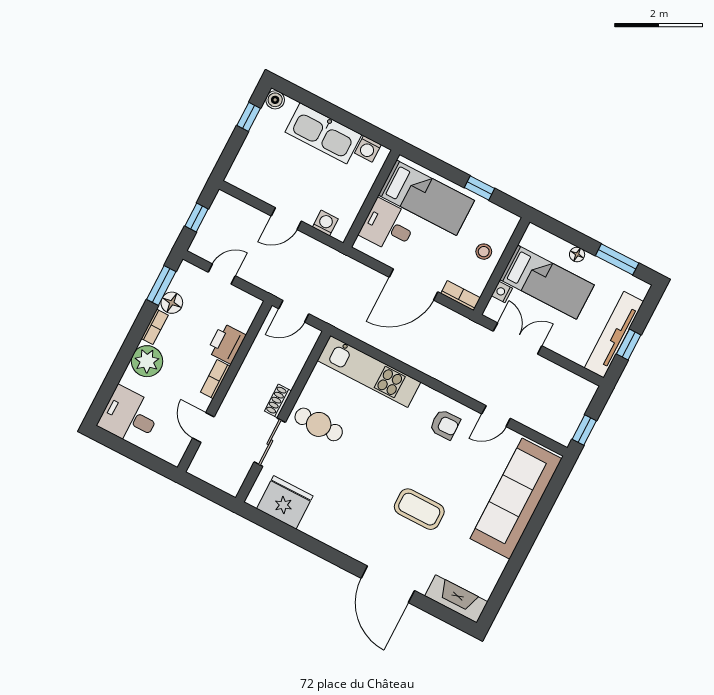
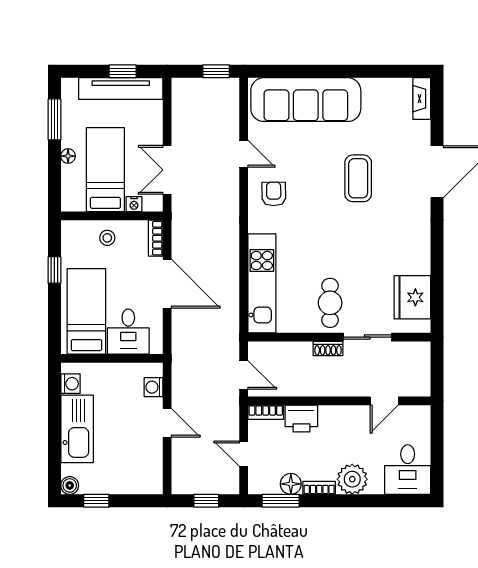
bookcase: (215, 379) -> (266, 412), moved
fireplace: (456, 599) -> (422, 99), width x0.73, depth x0.76

